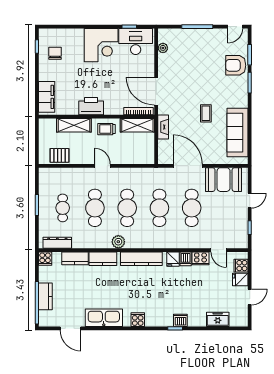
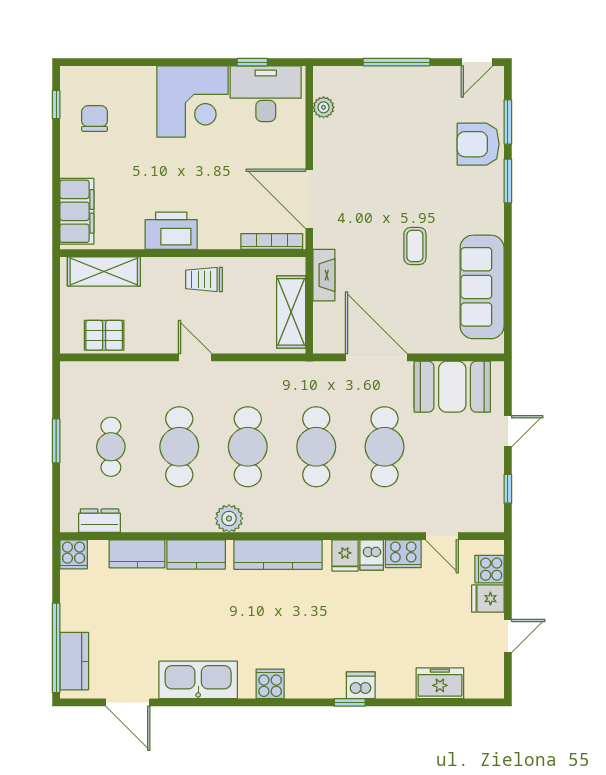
shelving: (74, 125) -> (104, 272), moved
shelving: (137, 125) -> (291, 312), moved, turned 90
dresser: (57, 243) -> (100, 521), width x0.70
kitchen counter: (45, 296) -> (74, 661), moved

